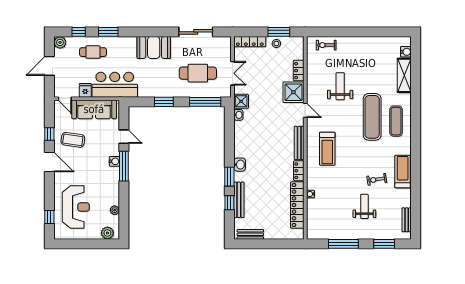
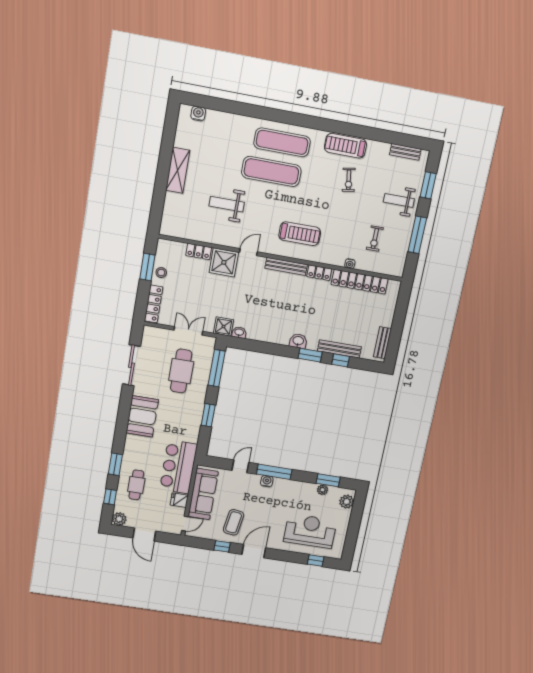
exercise bike: (326, 45) -> (375, 239), moved
shelving: (404, 75) -> (178, 170), moved, turned 90
exercise mat: (396, 121) -> (282, 142), width x1.36, depth x1.45
weight bench: (364, 206) -> (399, 200), moved
window: (124, 213) -> (328, 480), added

